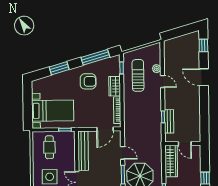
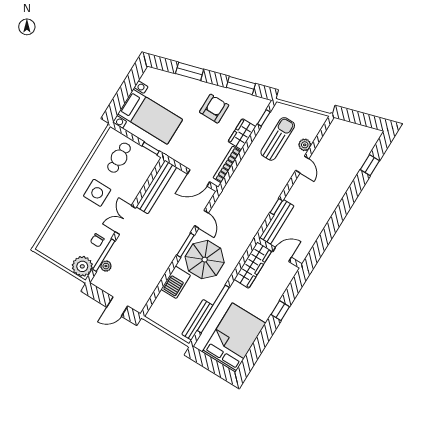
window: (203, 45) -> (370, 165), moved
window: (95, 57) -> (241, 86), width x0.69
door: (204, 77) -> (354, 190), removed
armchair: (88, 81) -> (214, 109), turned -90
bench: (169, 121) -> (277, 222), width x1.36
door: (185, 143) -> (282, 255), swing flipped

